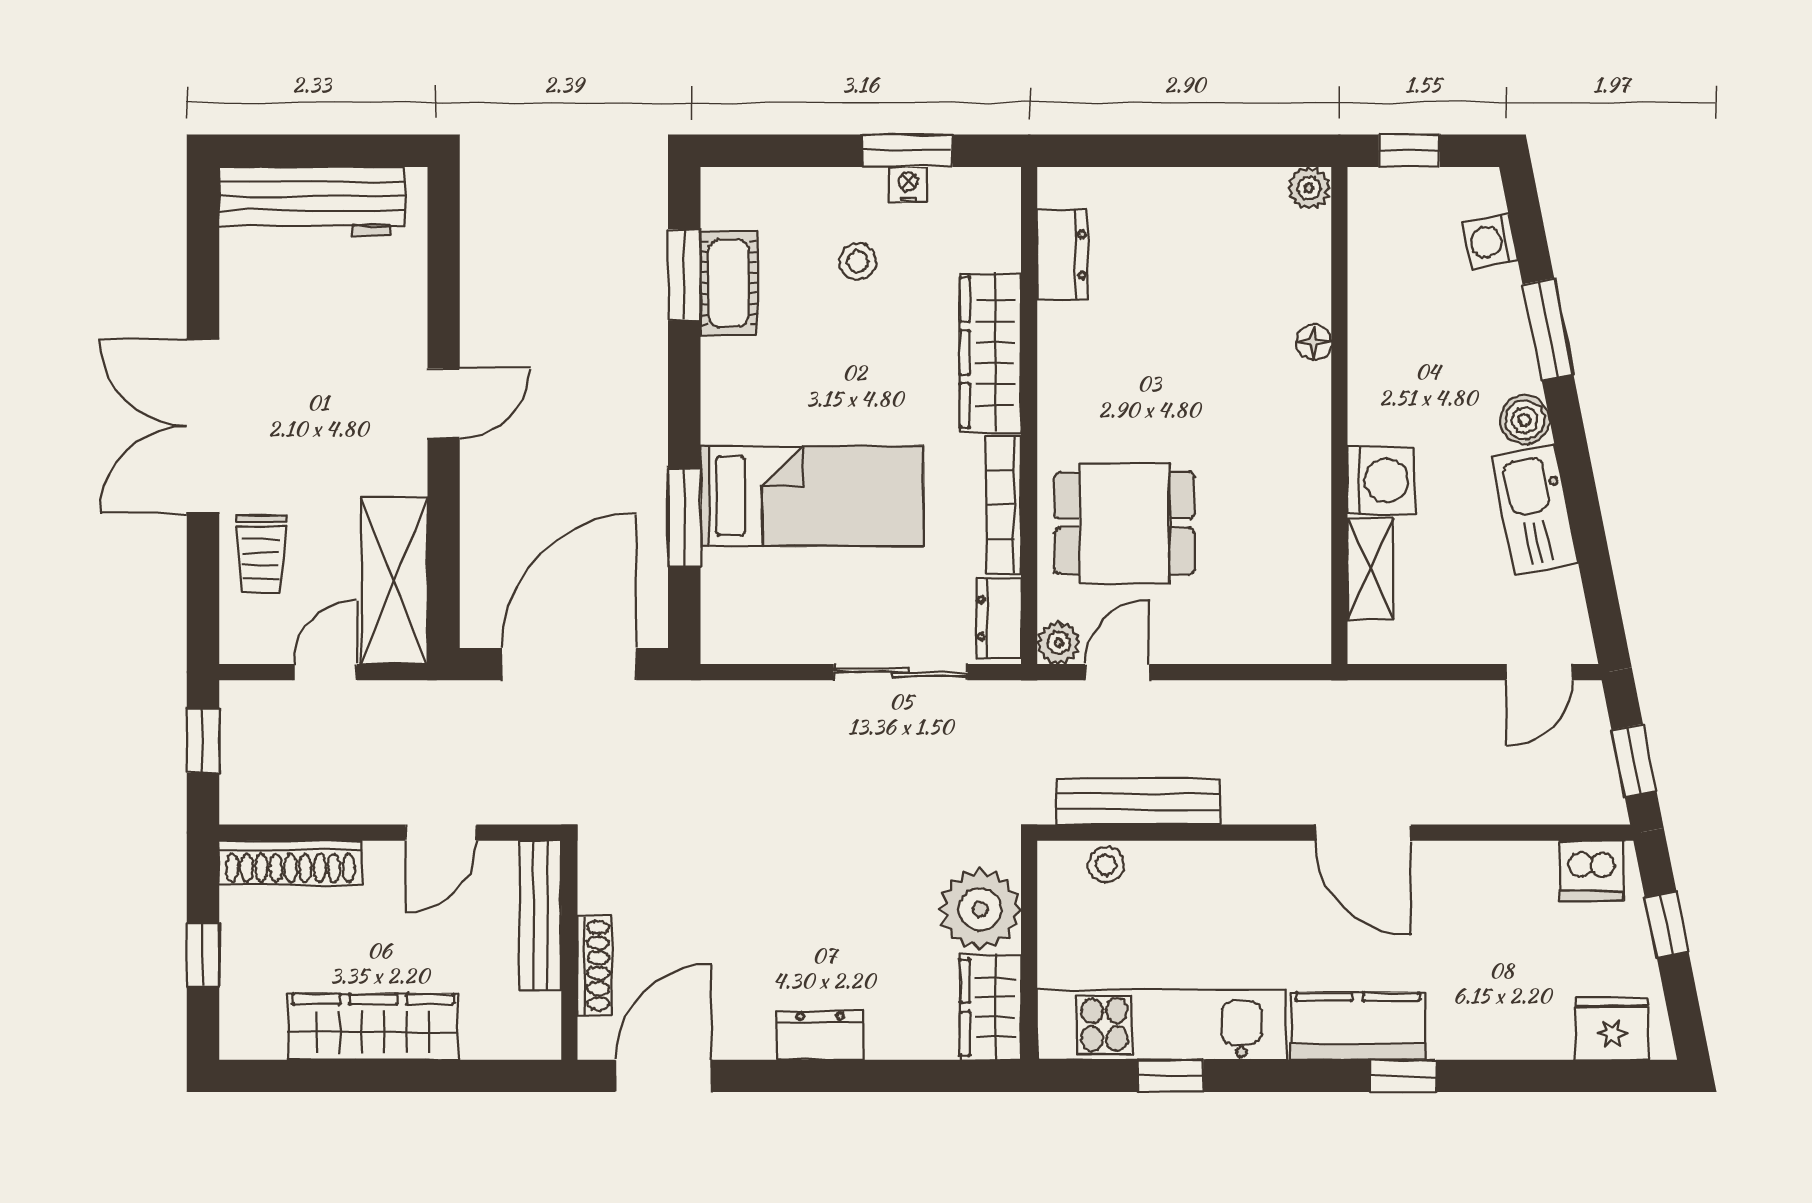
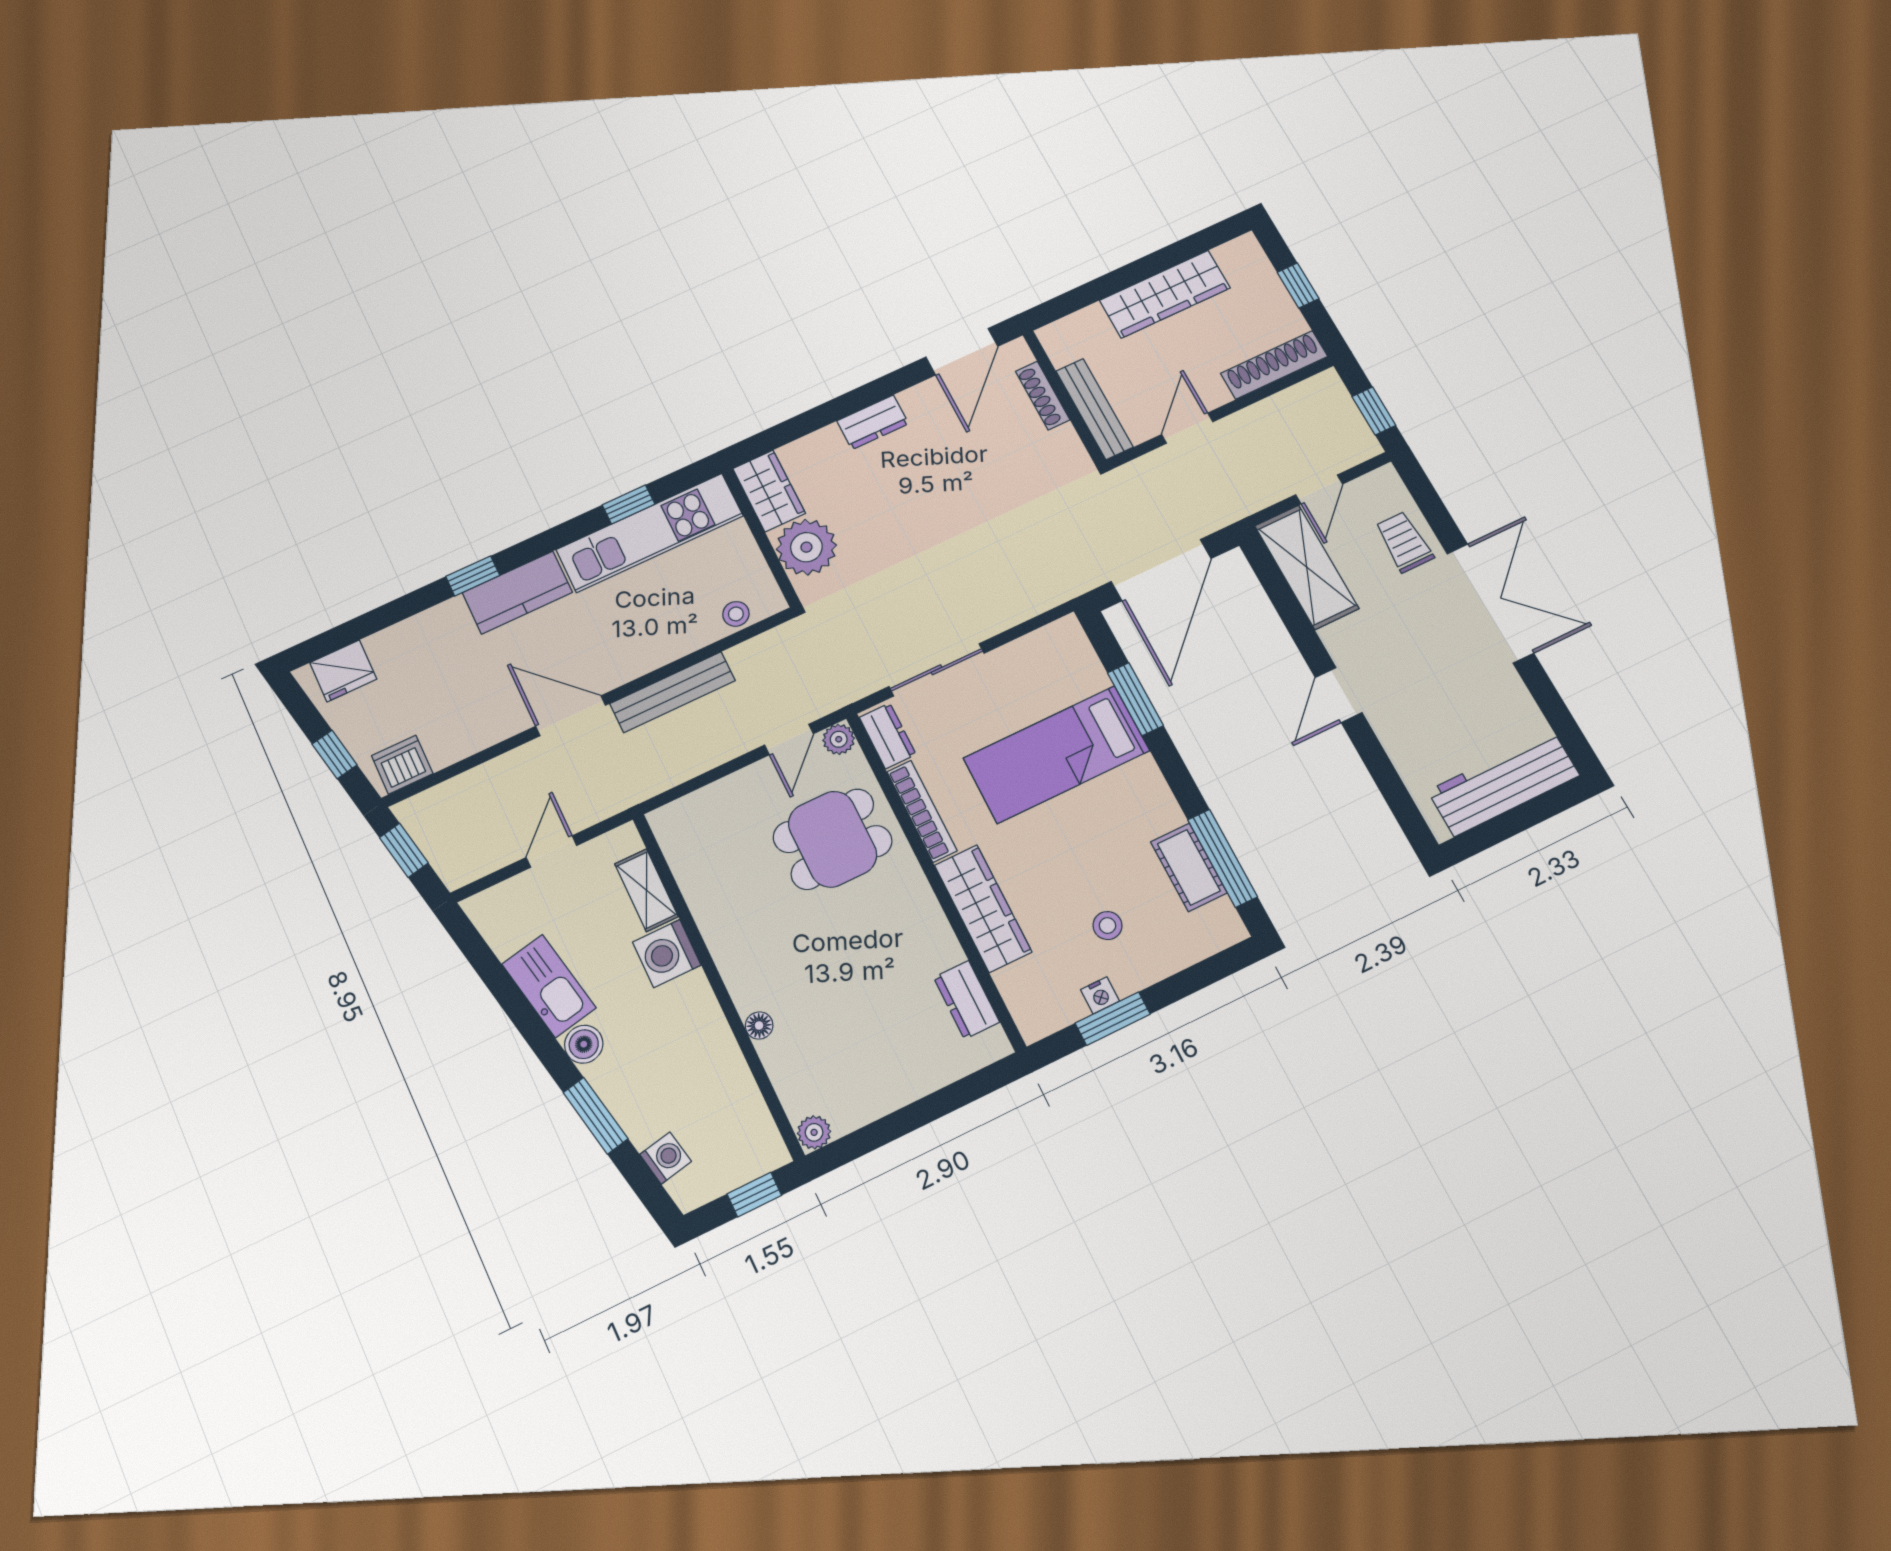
window: (684, 275) -> (1222, 858), width x1.44
door: (1539, 672) -> (551, 852), moved
bench: (1138, 802) -> (673, 692), moved

